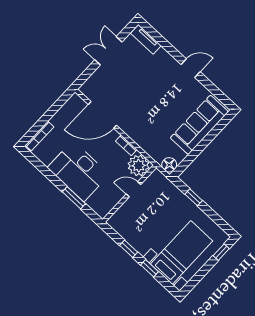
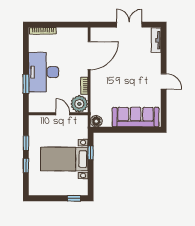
door: (102, 115) -> (89, 56), swing flipped
bed with nightstands: (182, 253) -> (64, 159), moved, turned 180

